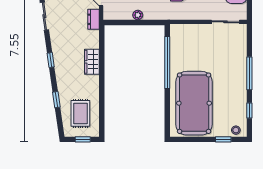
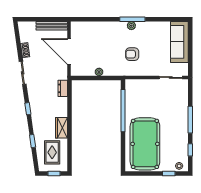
dresser: (93, 19) -> (63, 88), moved
wardrobe: (92, 62) -> (61, 128), moved

